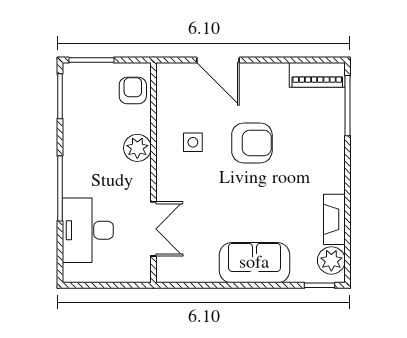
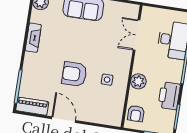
door: (218, 60) -> (64, 120), moved
printer: (79, 131) -> (169, 96), added
fireplace: (334, 219) -> (33, 38), moved

